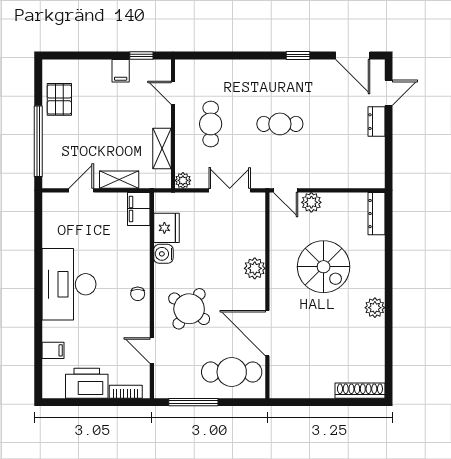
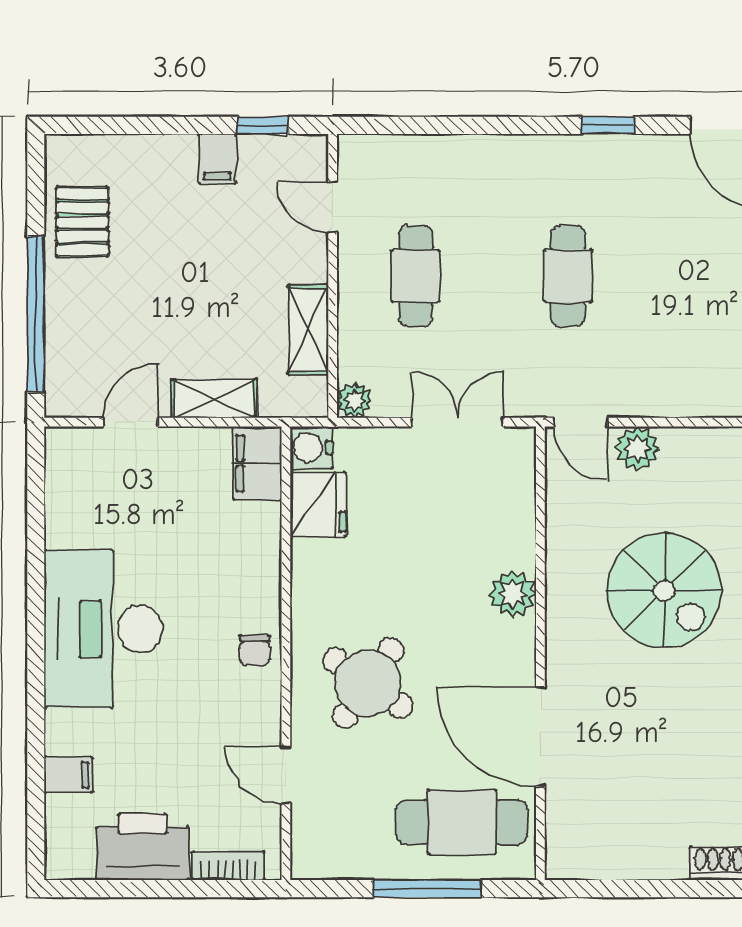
cafe table: (280, 124) -> (568, 276), turned 90
water cooler: (163, 254) -> (311, 448), moved
window: (193, 402) -> (427, 889), moved

